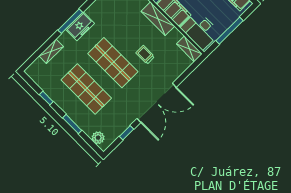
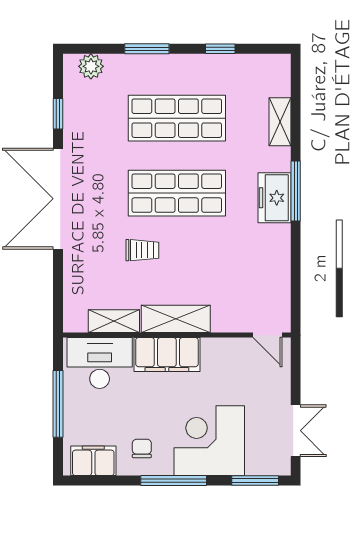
shelving: (189, 49) -> (114, 321), moved

